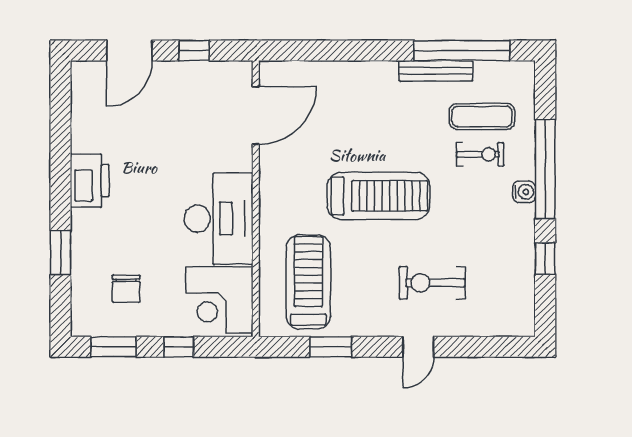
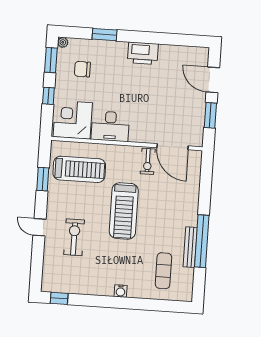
window: (194, 51) -> (210, 115), width x1.50
window: (462, 51) -> (202, 241), moved
exercise bike: (480, 154) -> (148, 161), moved
window: (545, 169) -> (132, 303), removed
desk: (219, 219) -> (110, 126), width x0.73, depth x0.77
window: (545, 259) -> (59, 298), moved
plant: (80, 327) -> (63, 42), added

